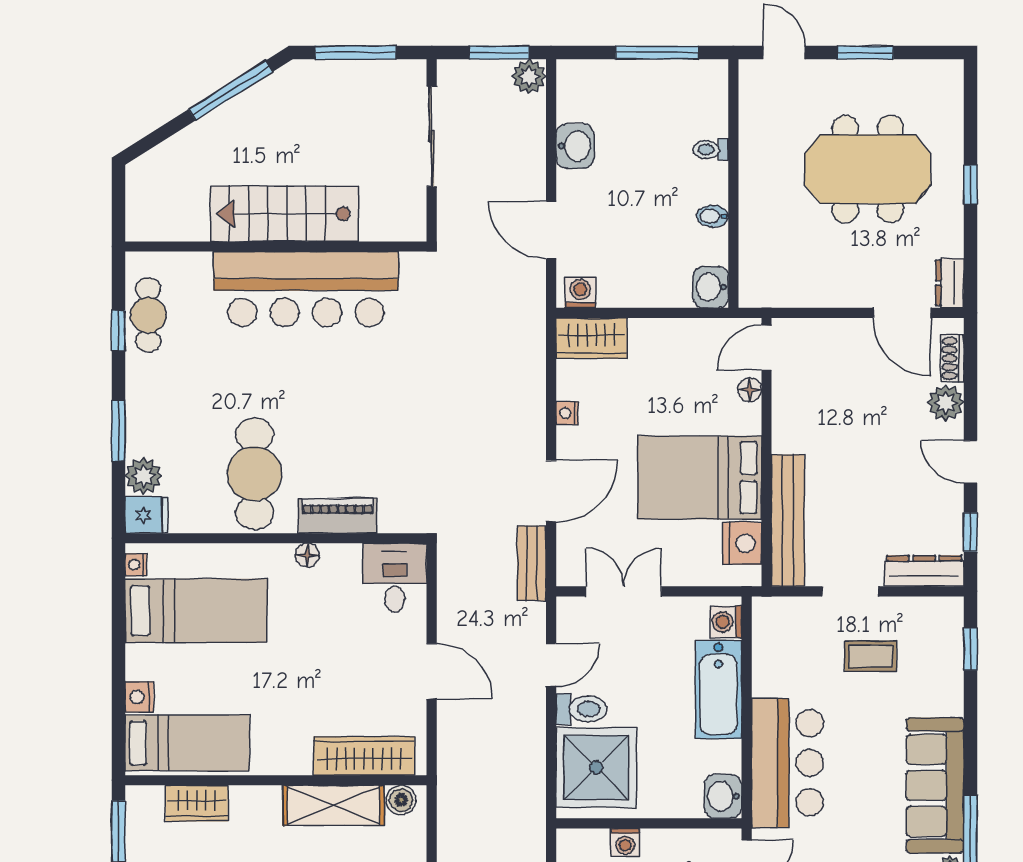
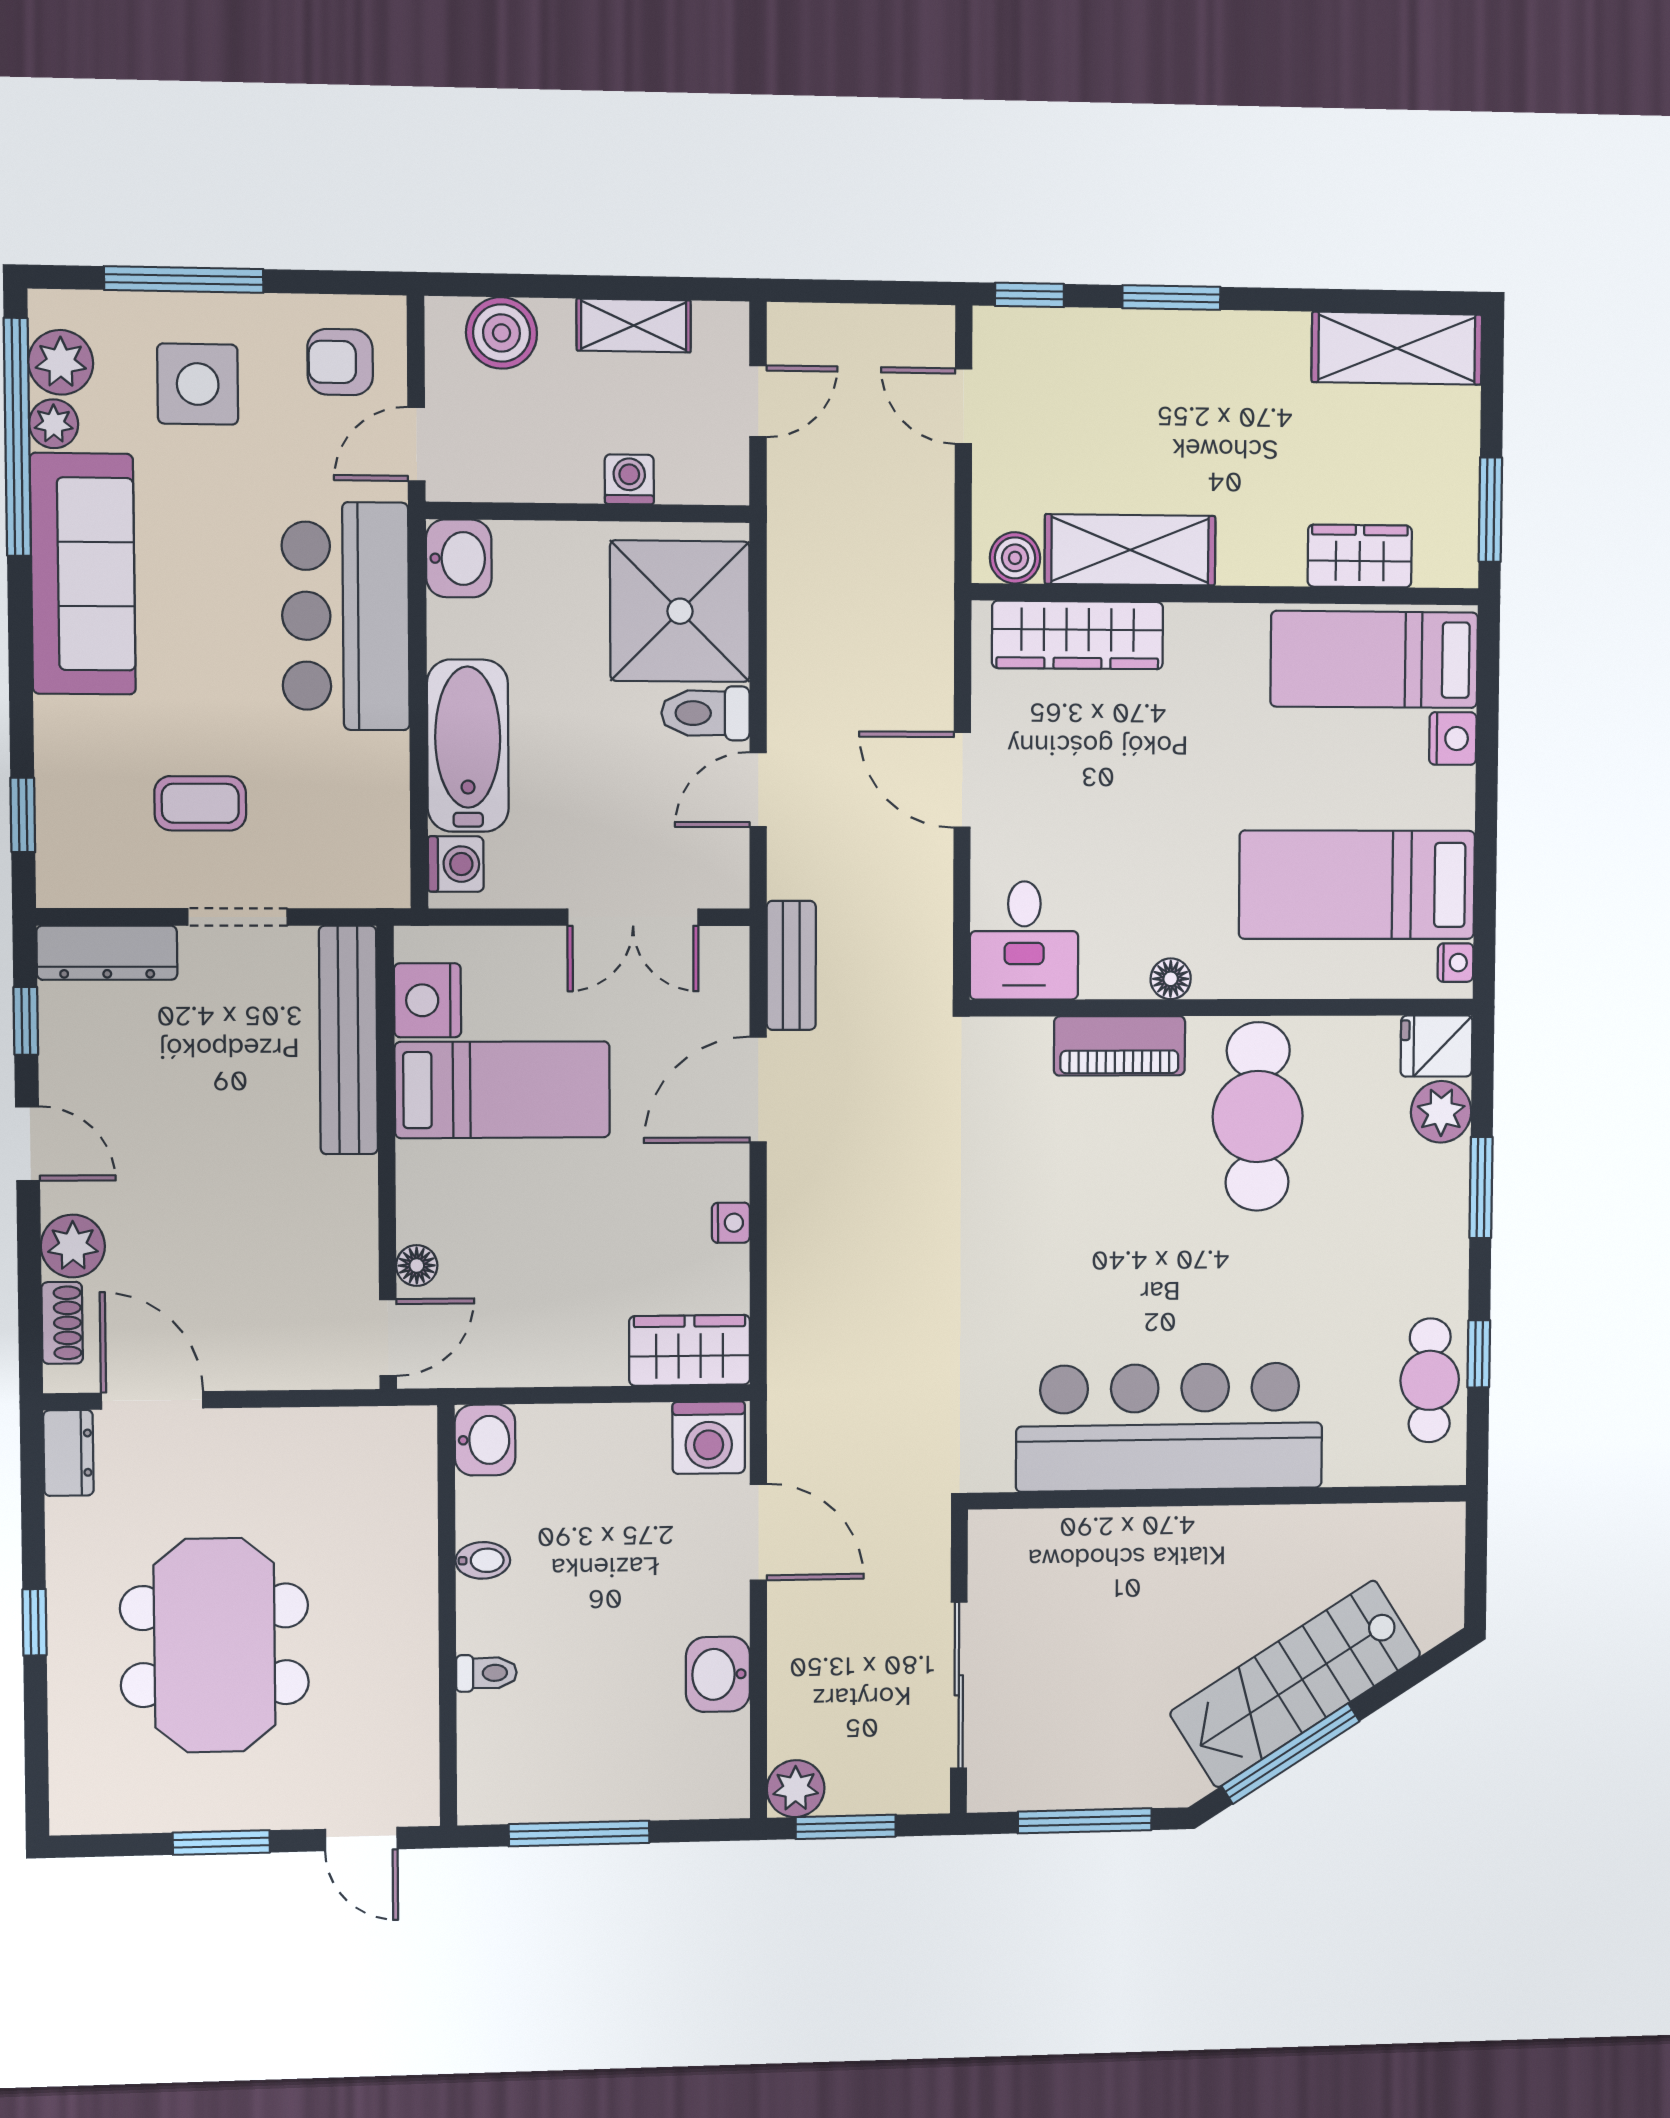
meeting table: (868, 169) -> (215, 1645), turned 90
stairs: (284, 214) -> (1295, 1684), moved, turned 148
washing machine: (580, 292) -> (709, 1438), width x1.38, depth x1.38
bed: (700, 478) -> (502, 1090), width x0.67

